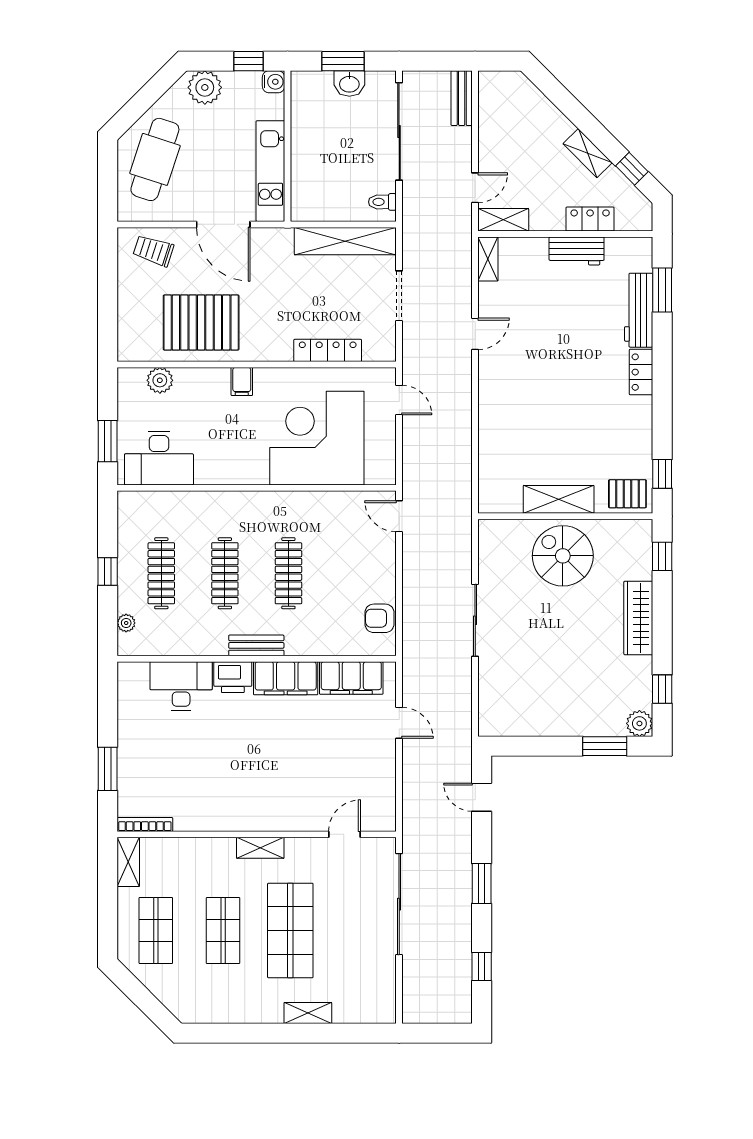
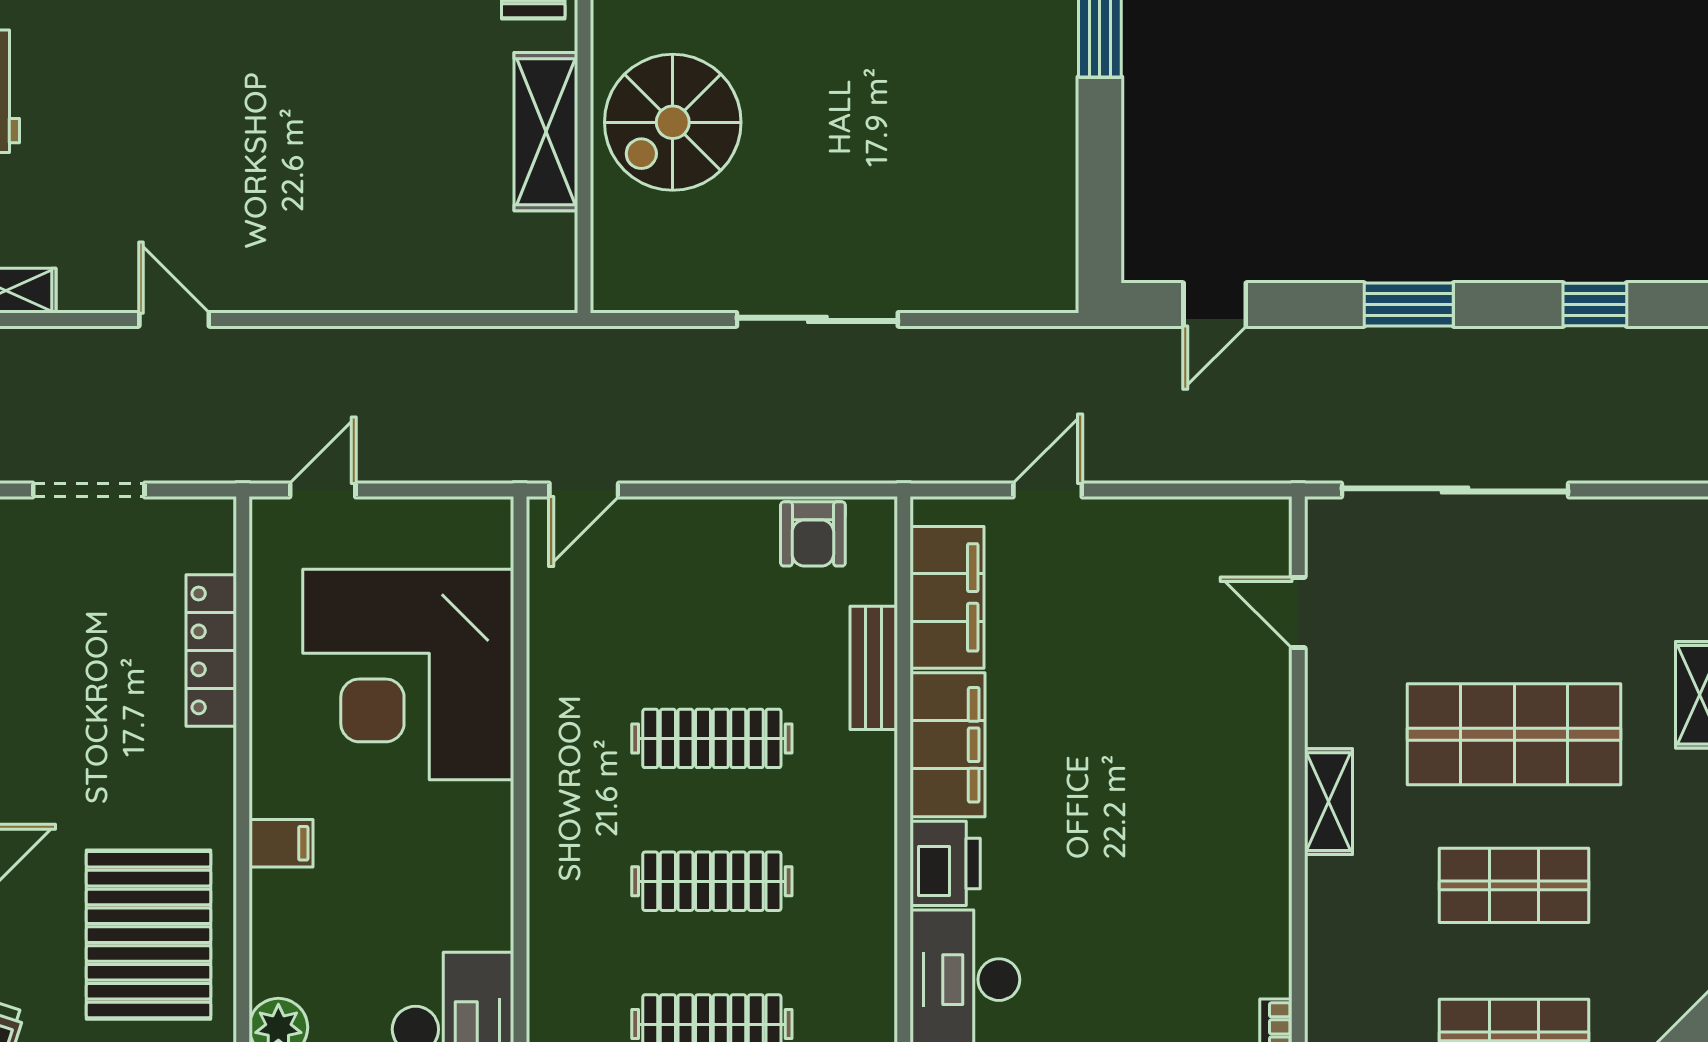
bench: (256, 645) -> (874, 668), moved

